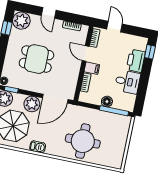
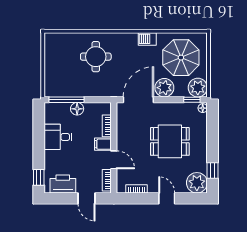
printer: (136, 61) -> (63, 184), moved, turned -90
round table: (83, 141) -> (96, 57), width x0.73, depth x0.73

